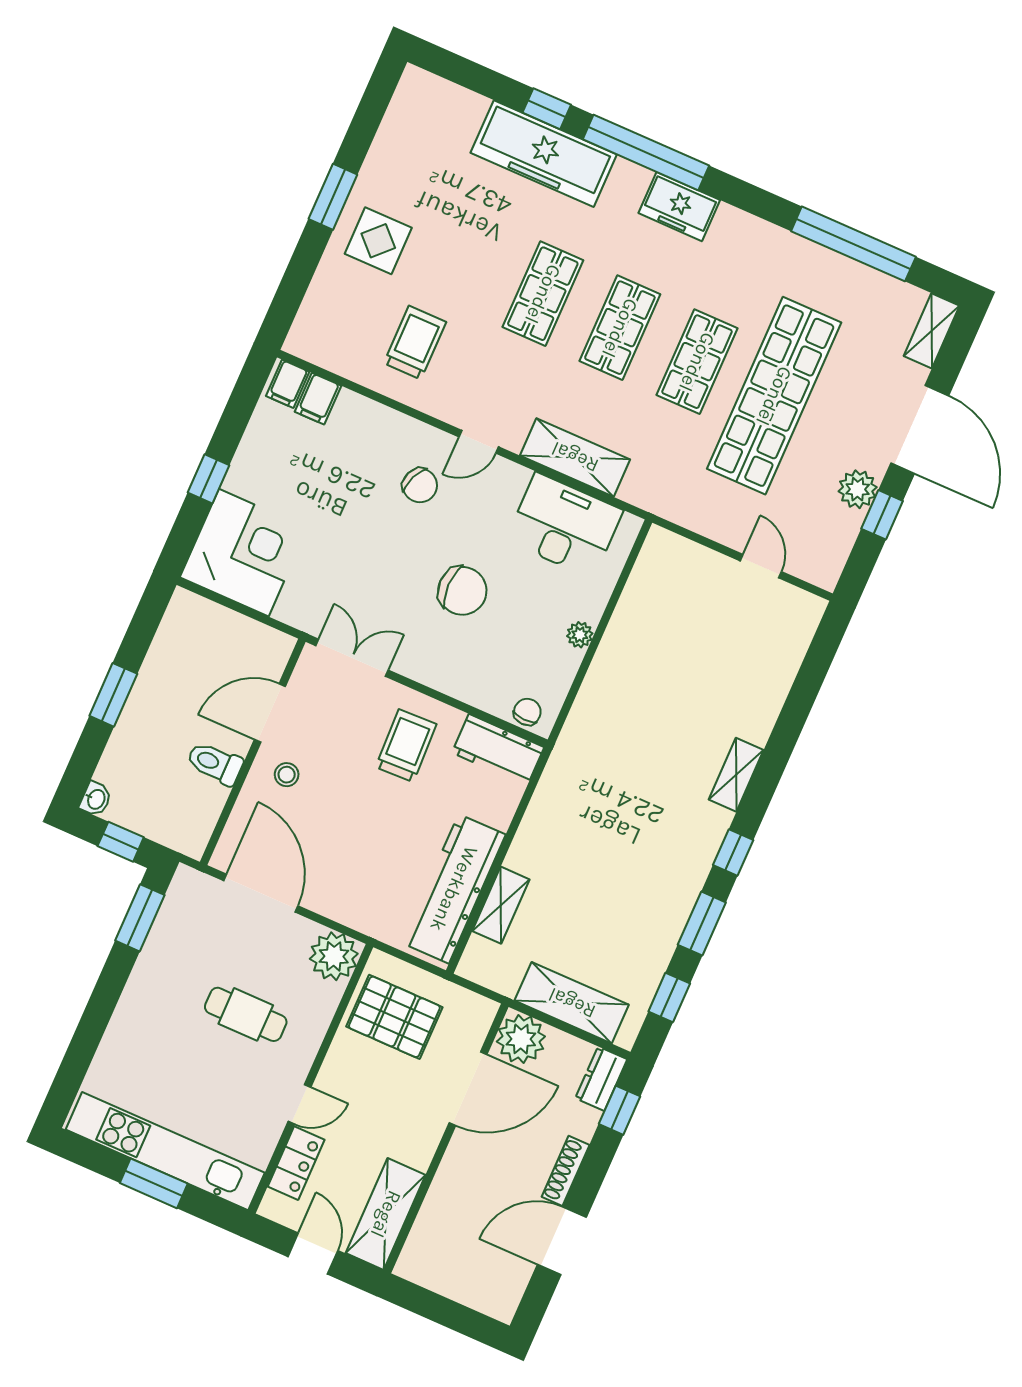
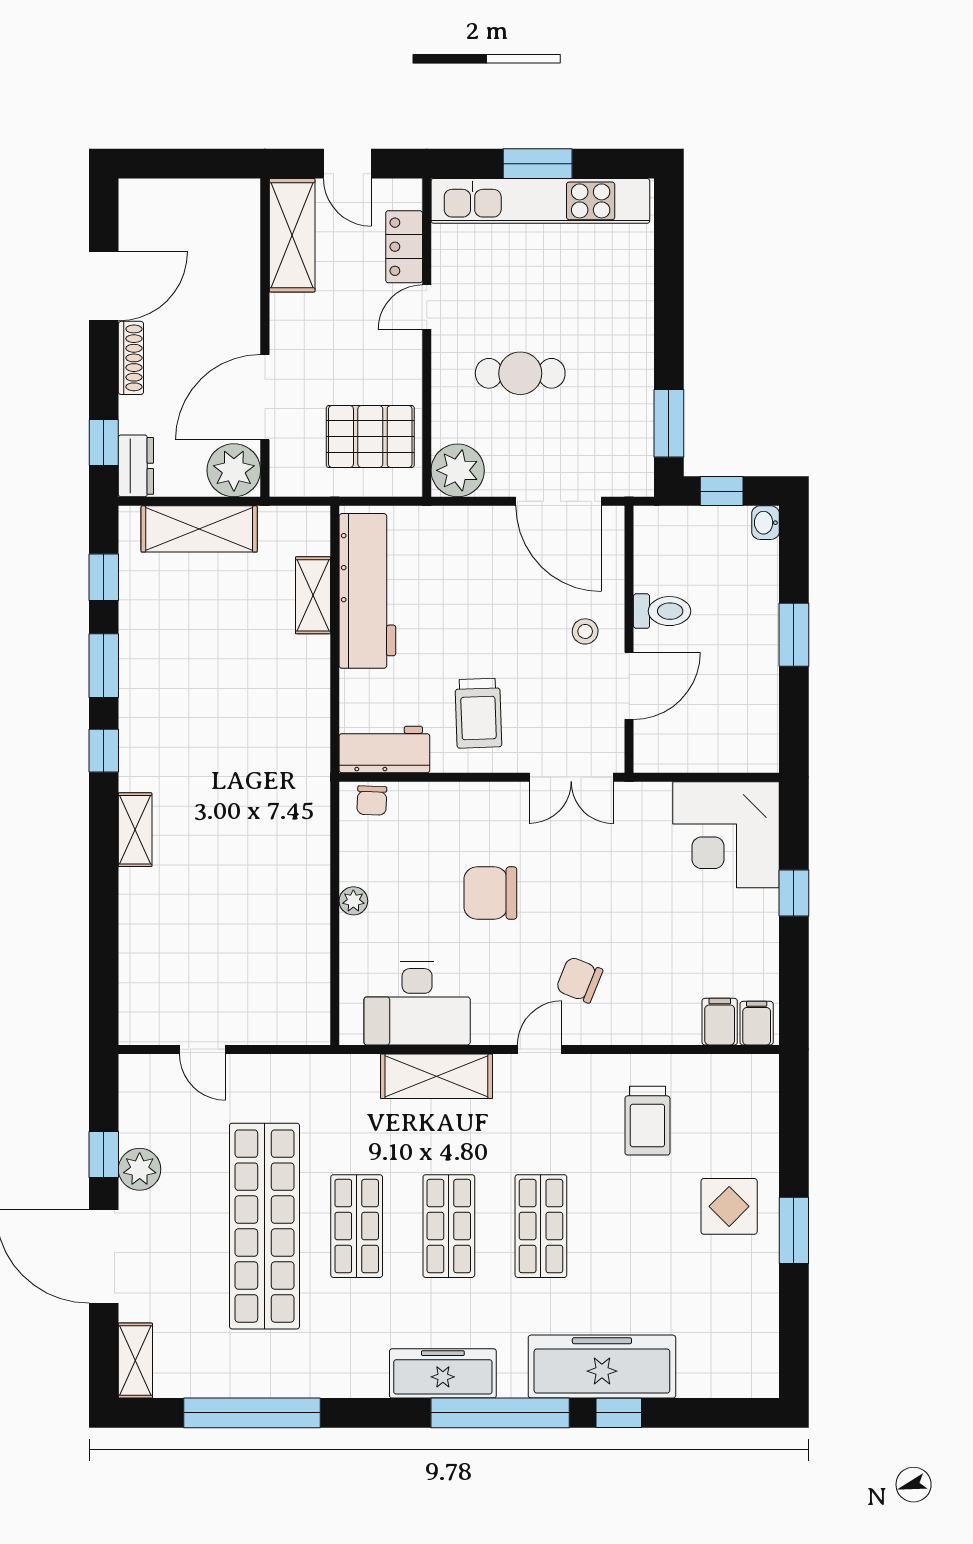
freezer: (679, 207) -> (443, 1373), width x1.40

